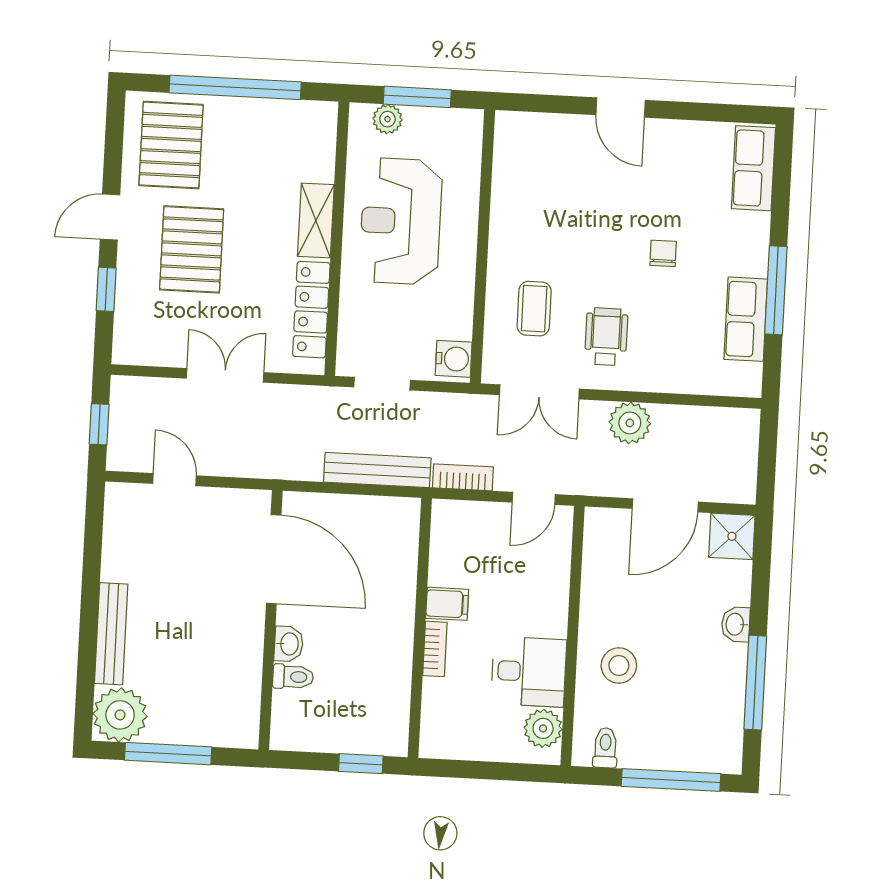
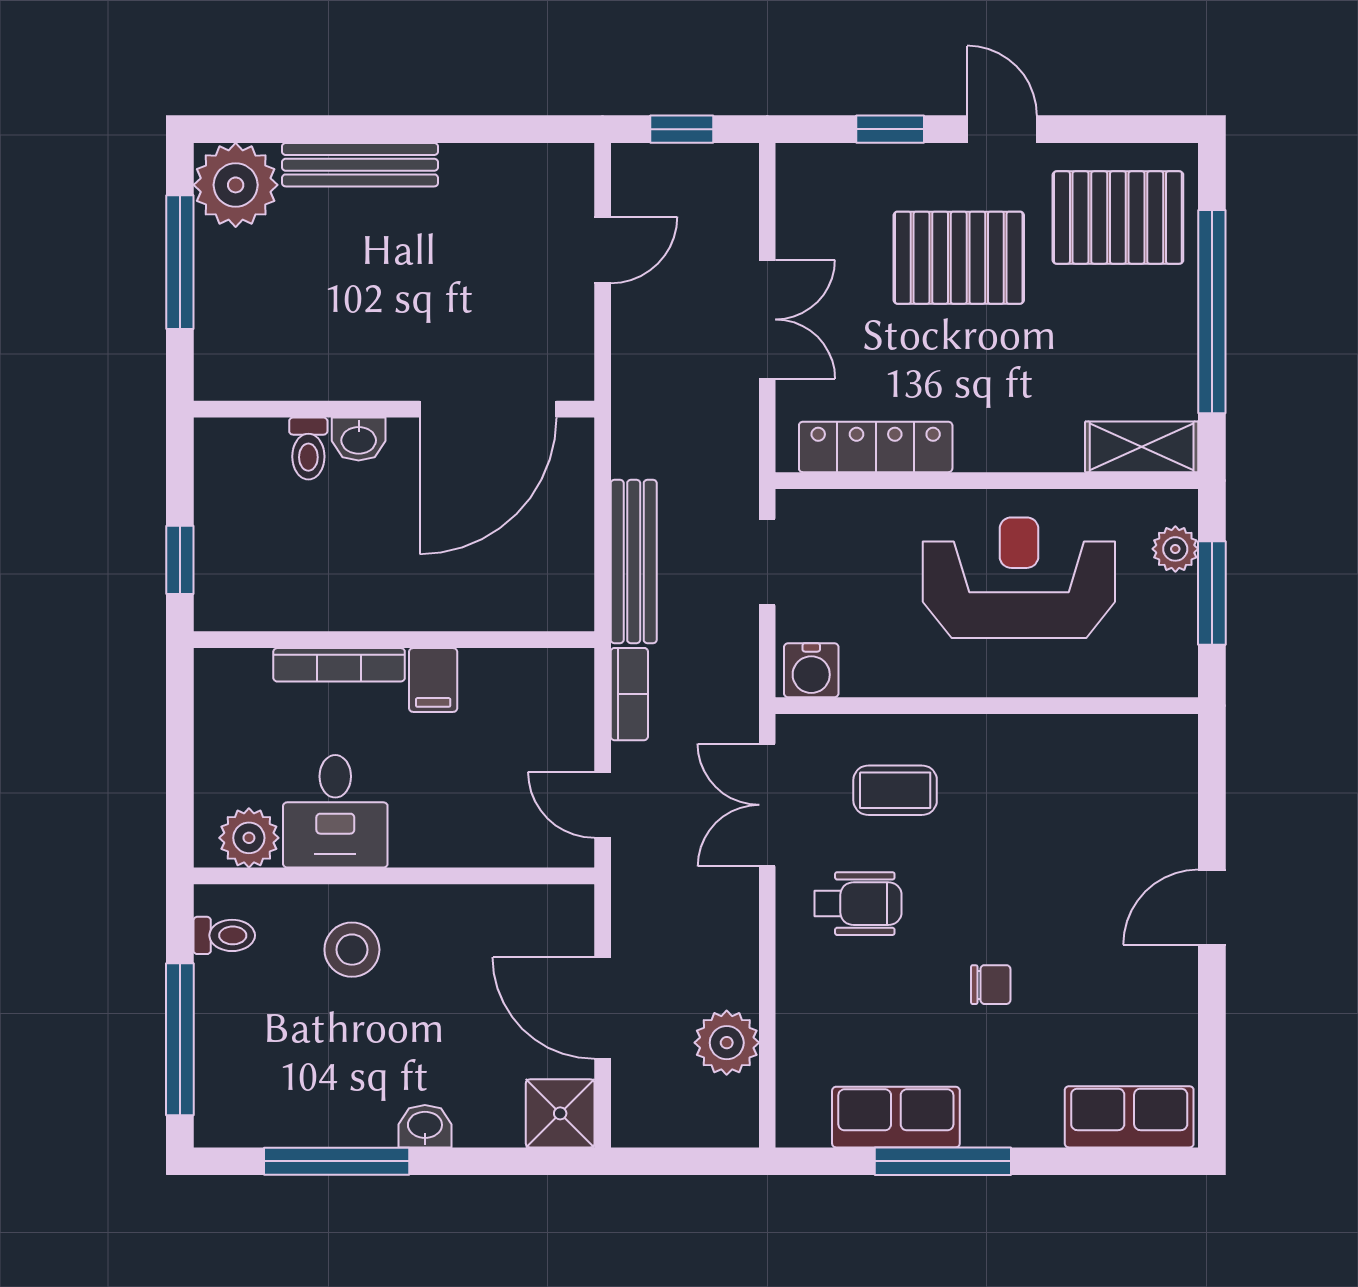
shelving: (316, 221) -> (1142, 447), moved
plant: (630, 423) -> (727, 1043), moved
bookcase: (435, 649) -> (339, 665), width x1.56

